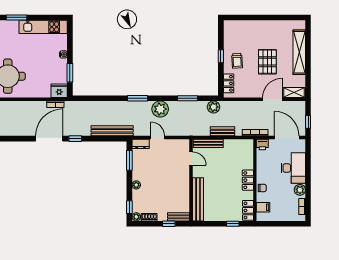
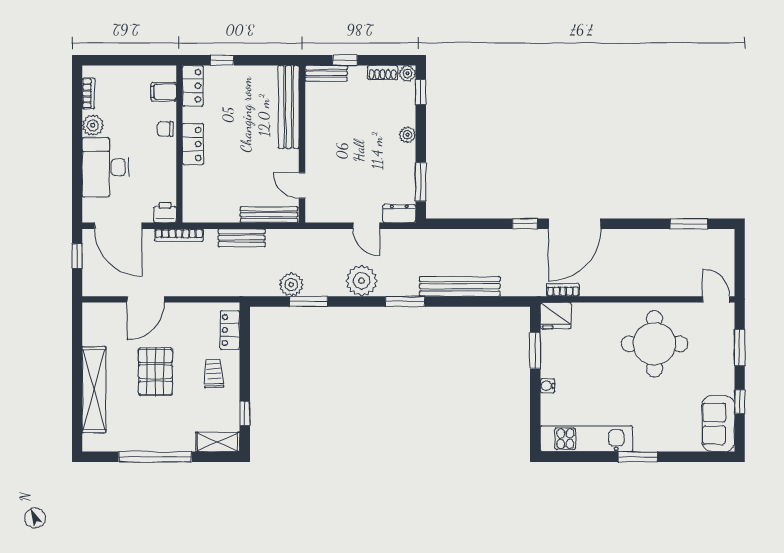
window: (268, 17) -> (155, 457), added
window: (221, 56) -> (245, 413), moved
shelving: (294, 93) -> (218, 442), moved
plant: (213, 107) -> (291, 285), moved
bench: (112, 131) -> (460, 286), moved

